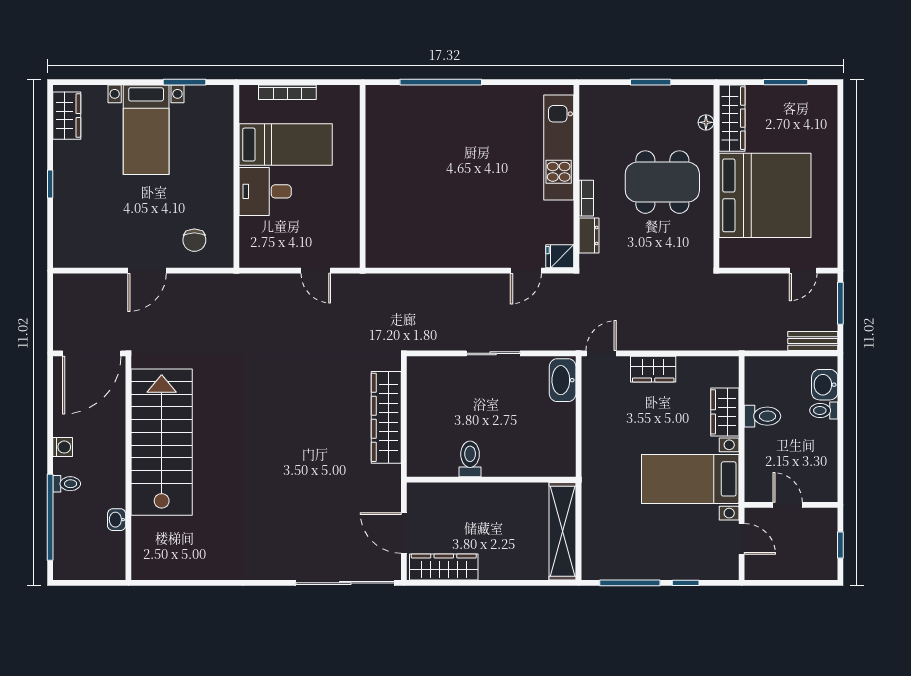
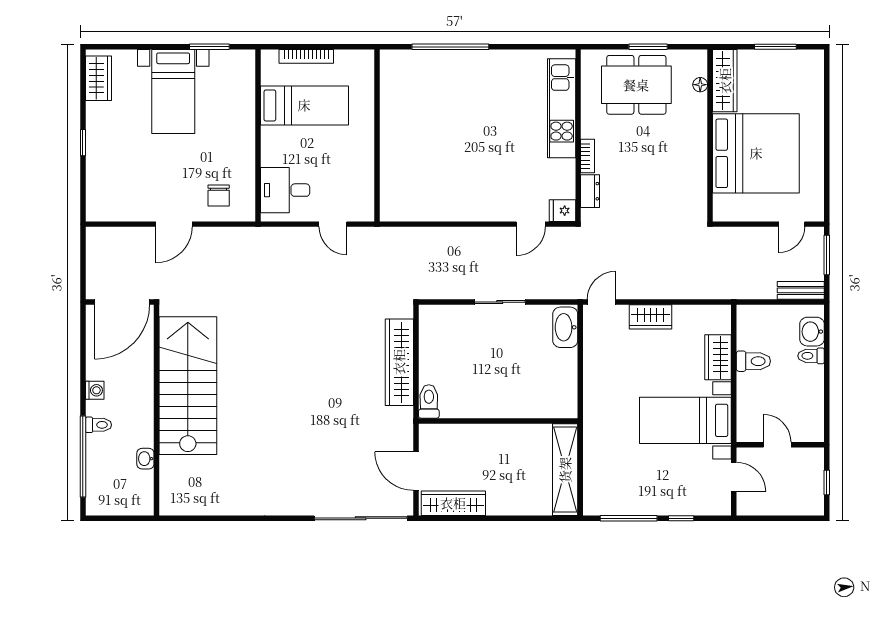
dining table: (662, 182) -> (636, 85), moved
desk: (265, 191) -> (285, 190), moved
toilet: (470, 459) -> (429, 401), moved

